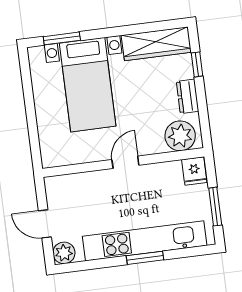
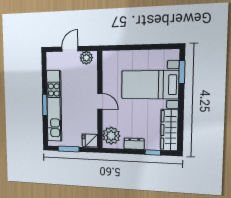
plant: (64, 253) -> (86, 58), moved

